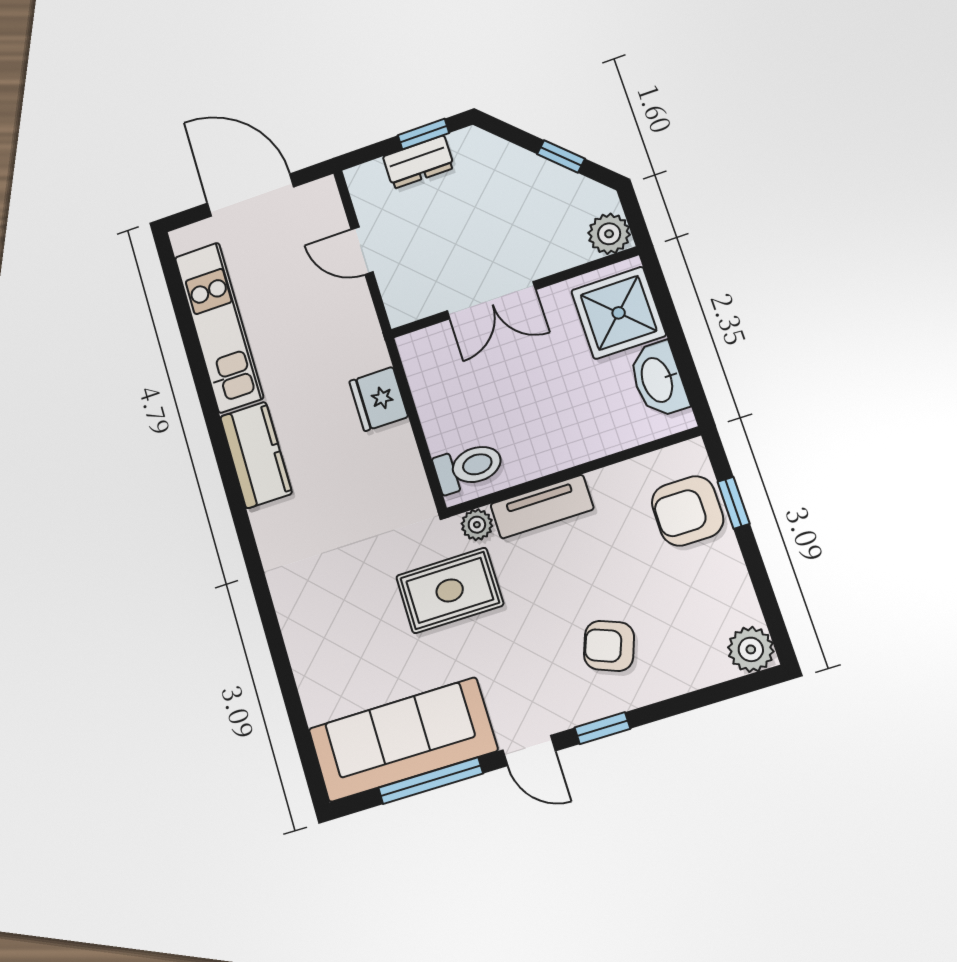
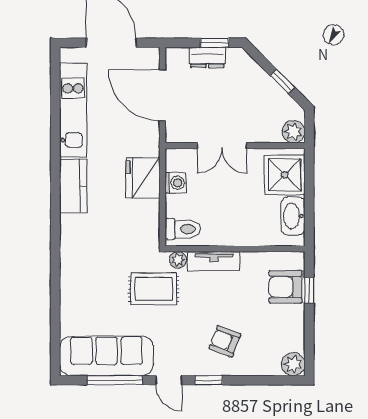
door: (362, 251) -> (162, 95), width x1.88
washing machine: (430, 391) -> (176, 183), added
fridge: (379, 399) -> (143, 178), width x1.36, depth x1.34

